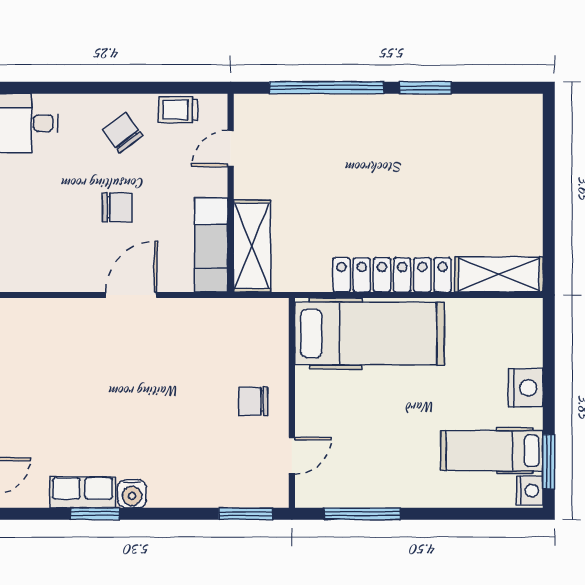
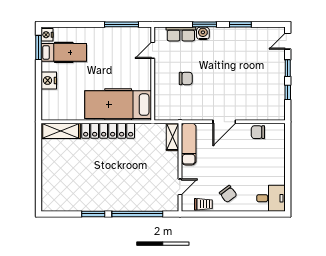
chair: (117, 207) -> (258, 132), moved
shelving: (252, 246) -> (173, 137), width x0.67, depth x0.75
chair: (253, 401) -> (186, 78), moved
row of seats: (82, 492) -> (181, 34), moved
water cooler: (132, 494) -> (203, 33), moved
window: (246, 514) -> (205, 24), moved

